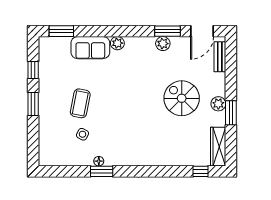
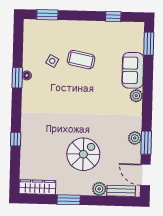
window: (33, 104) -> (47, 15), moved
plant: (218, 104) -> (99, 189), moved
window: (200, 171) -> (16, 139), moved

